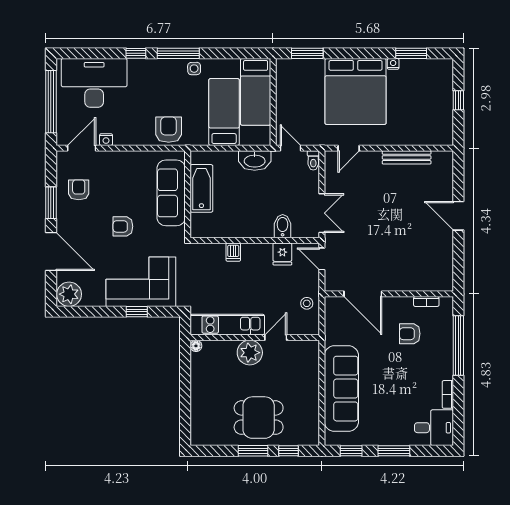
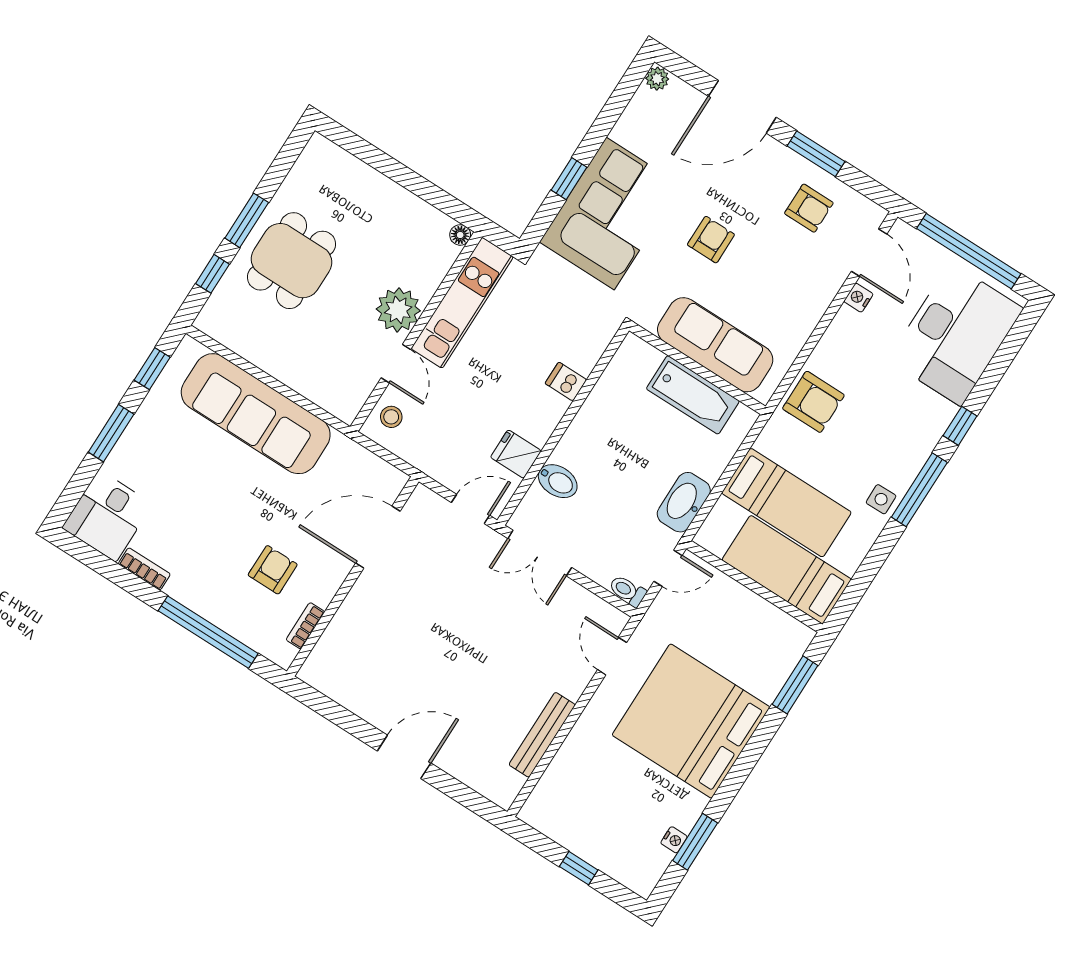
nightstand: (393, 64) -> (674, 840), moved
plant: (69, 294) -> (657, 79), width x0.53, depth x0.53
stool: (307, 303) -> (391, 417), moved

